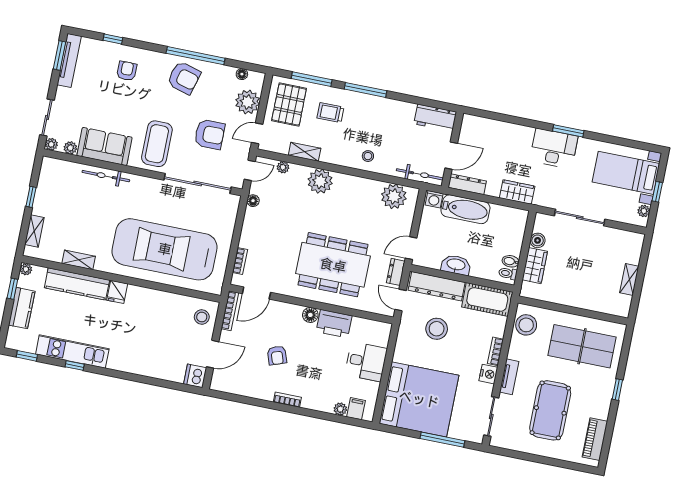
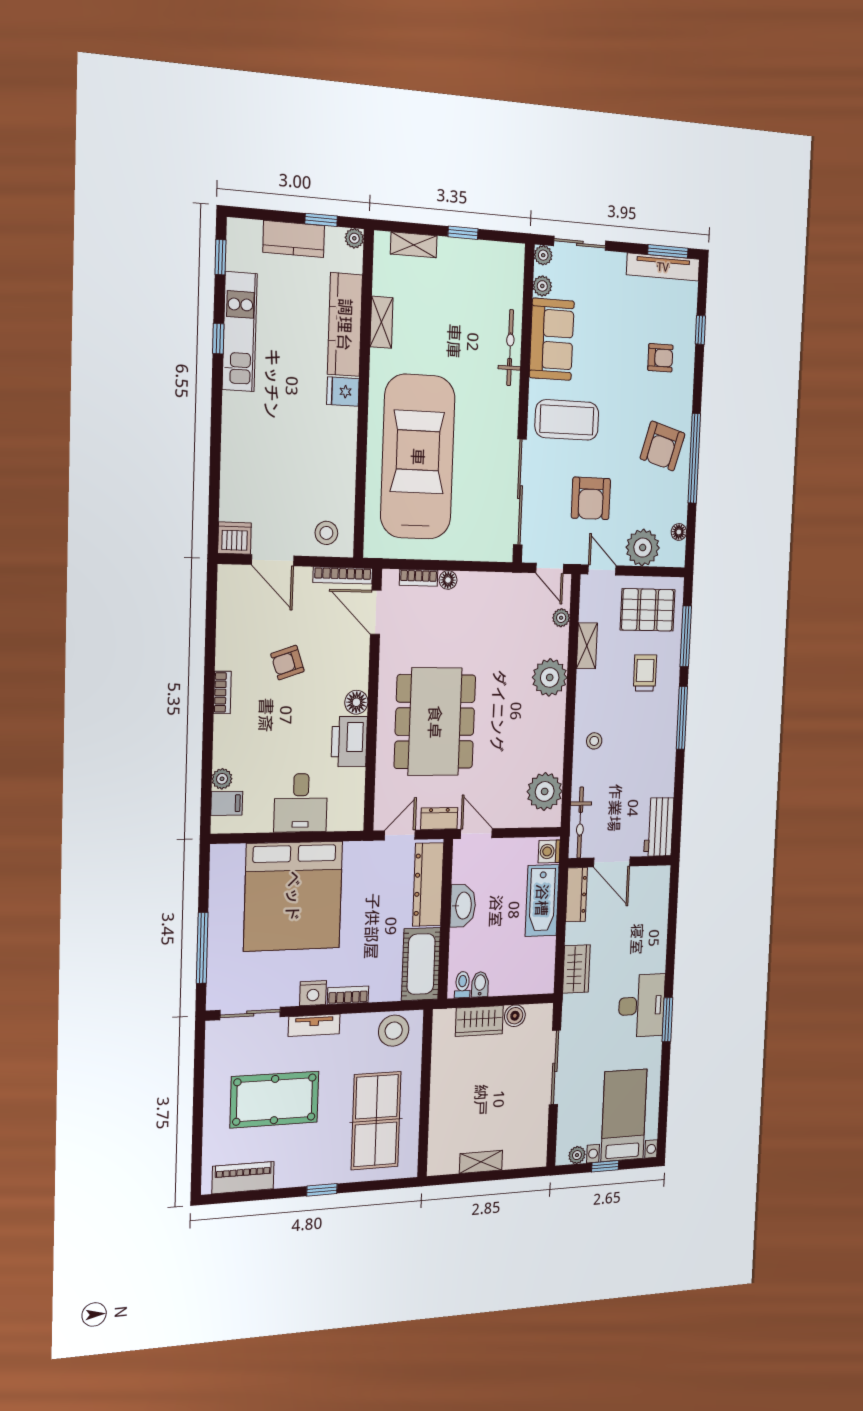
floor lamp: (253, 201) -> (448, 580), moved
stool: (437, 329) -> (367, 899), removed
bed: (419, 399) -> (293, 896), moved

